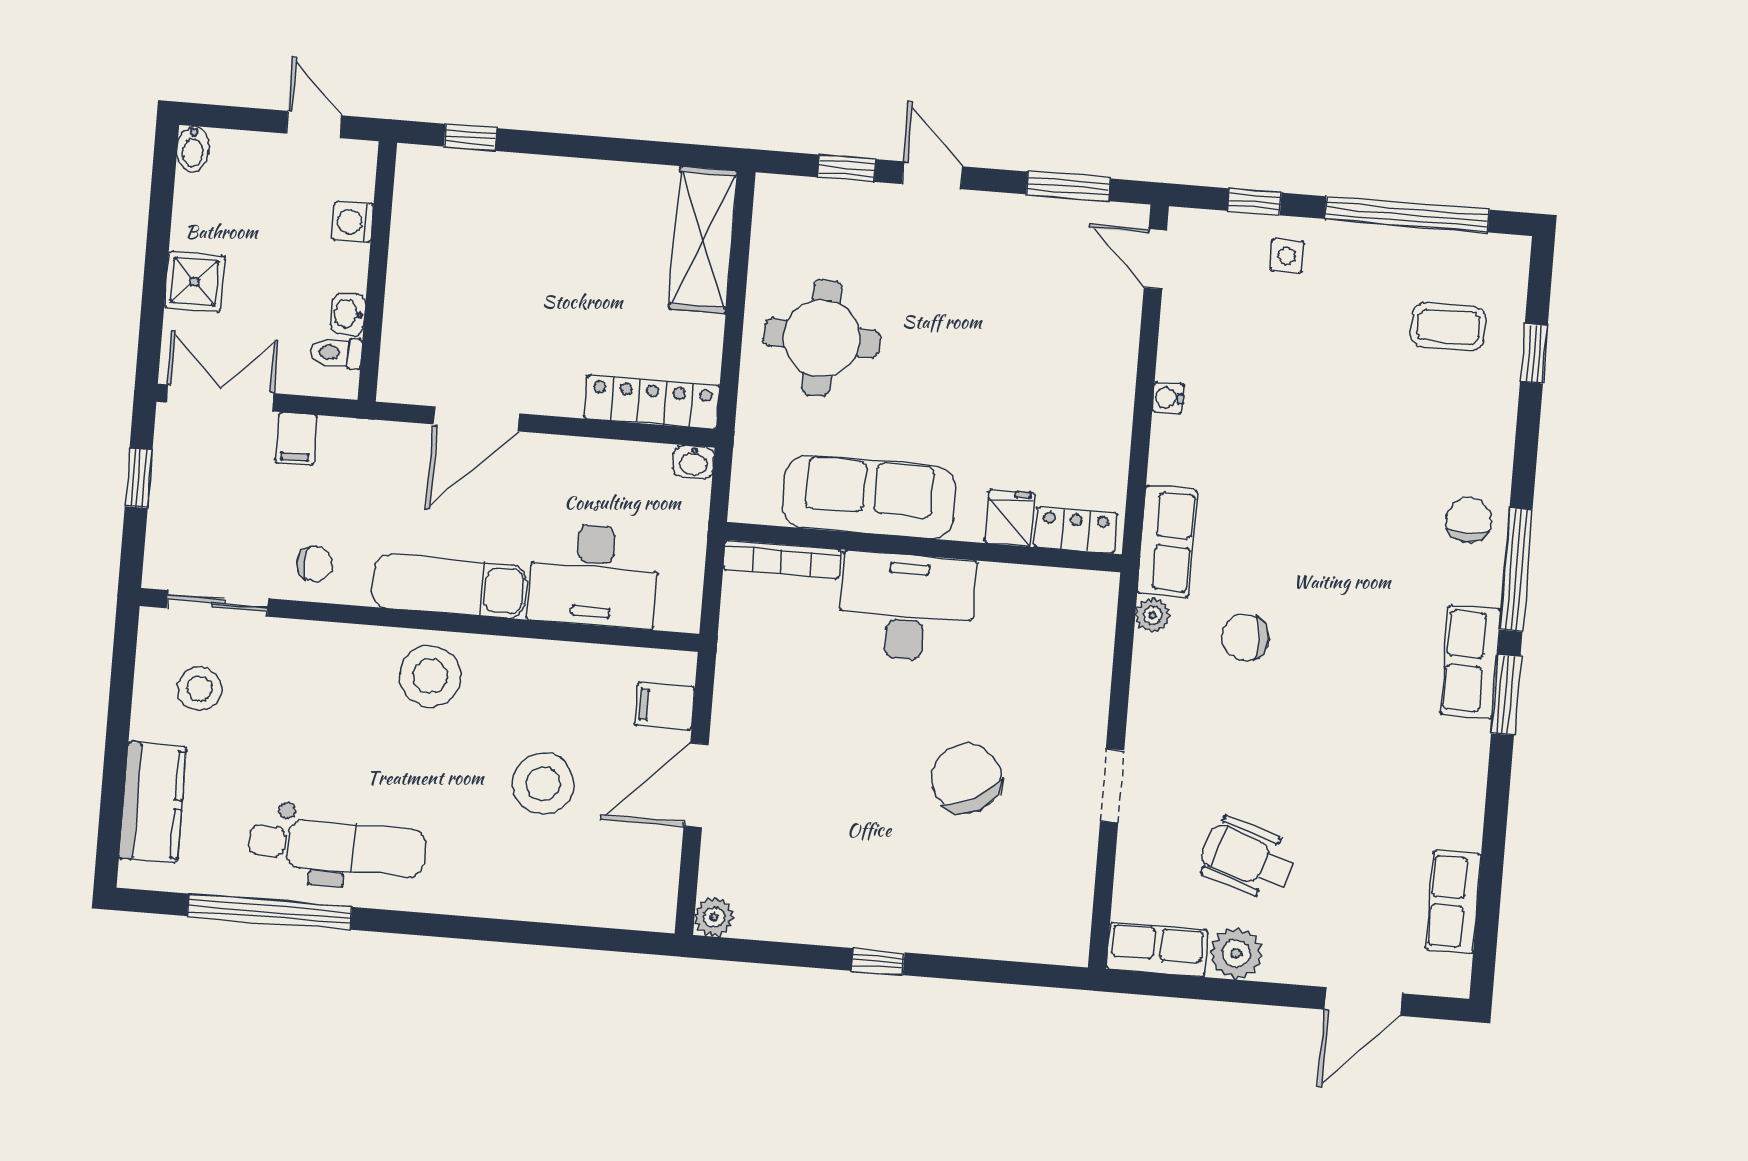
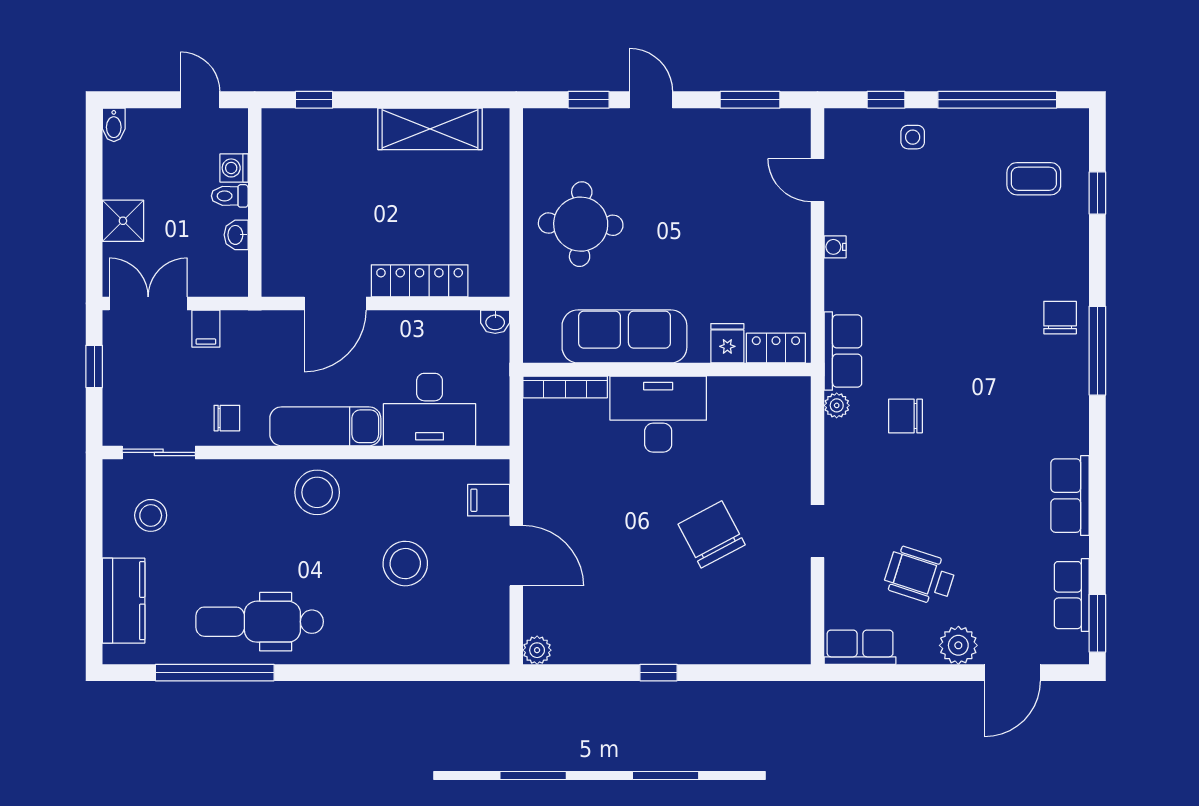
shelving: (703, 240) -> (430, 129), moved, turned 90
door: (1155, 259) -> (818, 180), moved
toilet: (336, 353) -> (230, 196), moved
locker: (652, 402) -> (420, 281), moved
row of seats: (1471, 662) -> (1070, 496), moved
window: (1506, 695) -> (1097, 623), moved
door: (696, 785) -> (516, 556), swing flipped
dental chair: (337, 847) -> (260, 622), turned 180
plant: (1236, 953) -> (958, 645), moved

